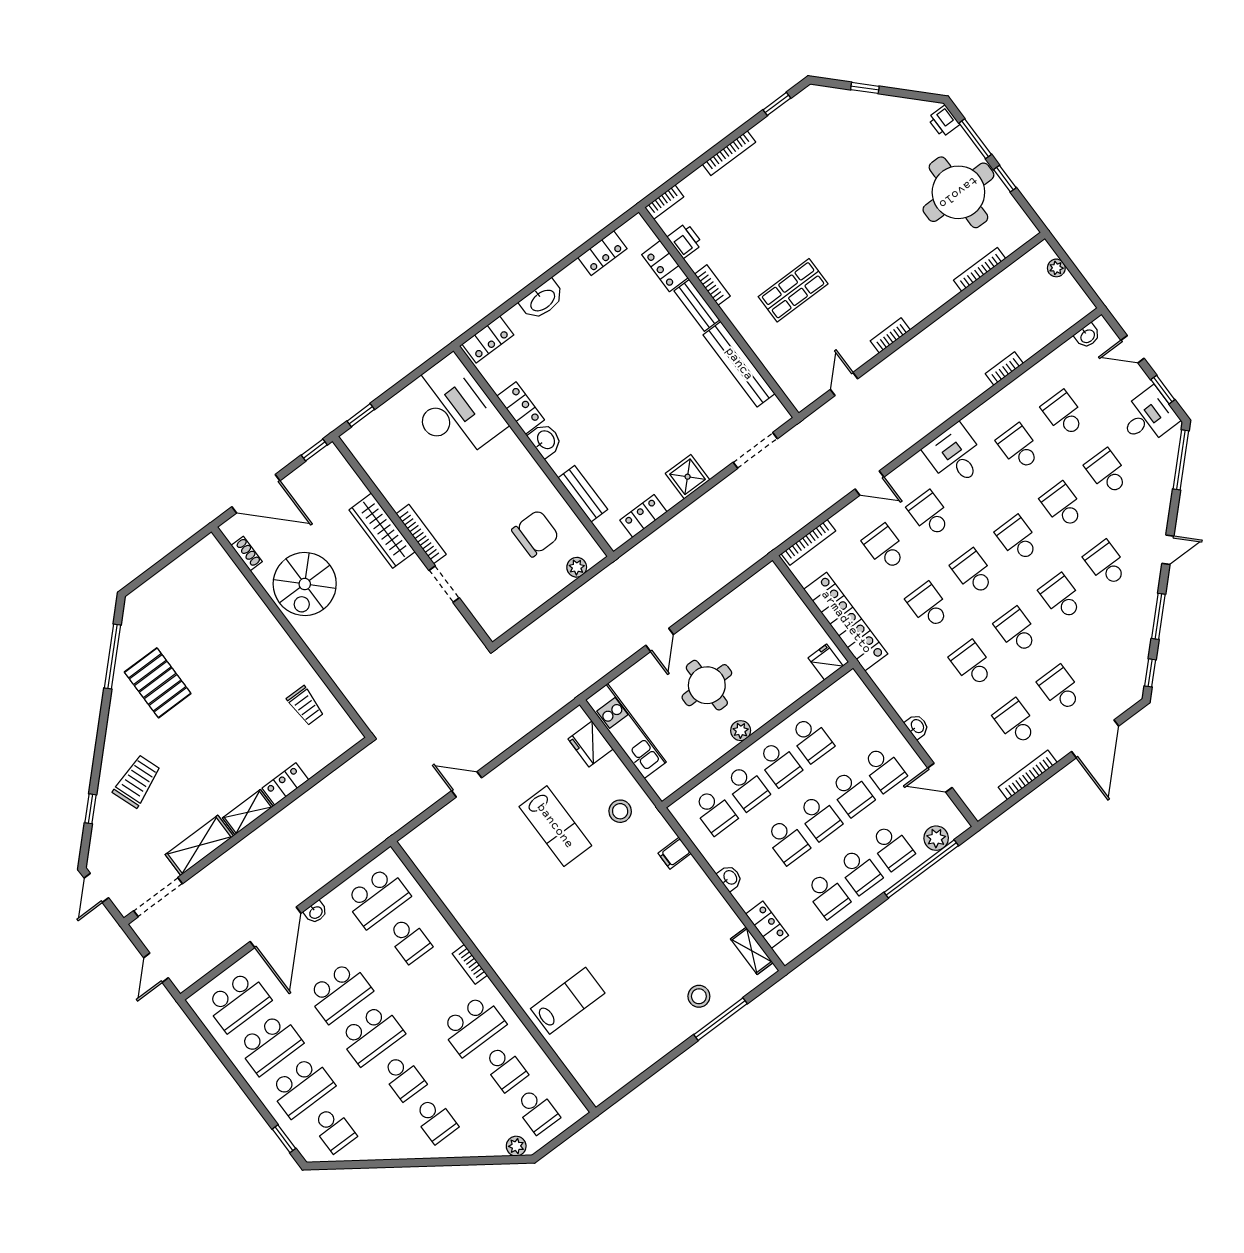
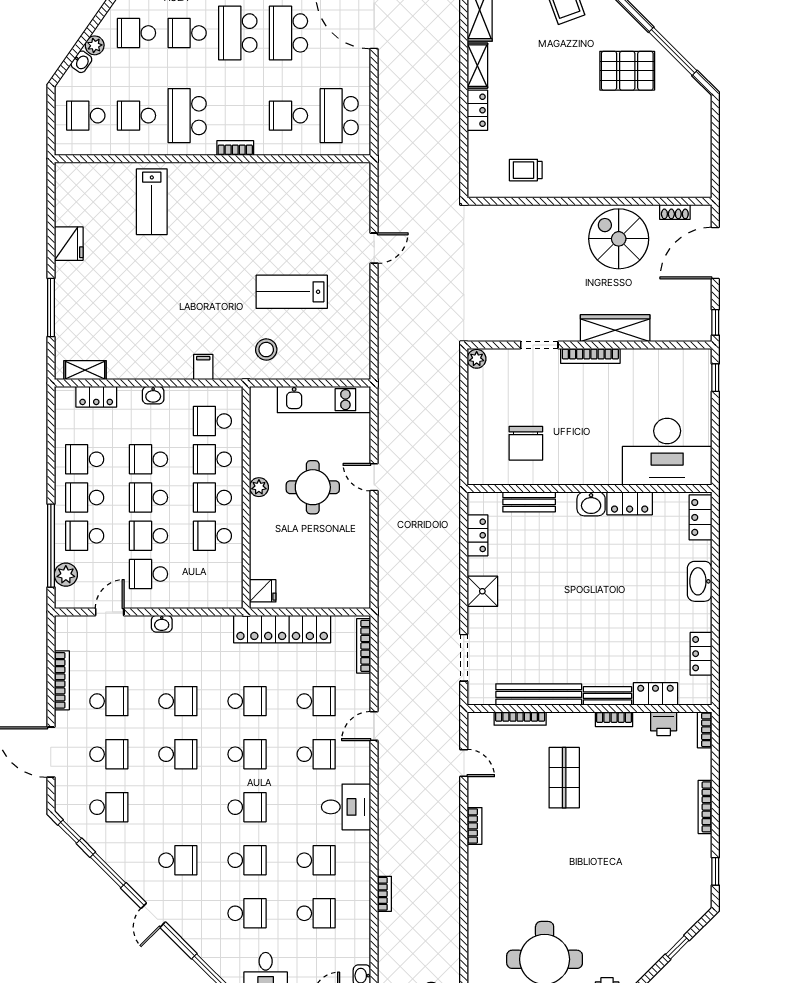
bookcase: (980, 269) -> (520, 719), moved, turned 90
plant: (577, 567) -> (477, 359), moved
school desk: (1061, 597) -> (109, 807), moved
fridge: (591, 744) -> (69, 244), moved, turned 90
washbasin: (316, 912) -> (81, 62), moved, turned -145
stool: (699, 996) -> (81, 304), removed
plant: (516, 1146) -> (95, 45), moved

